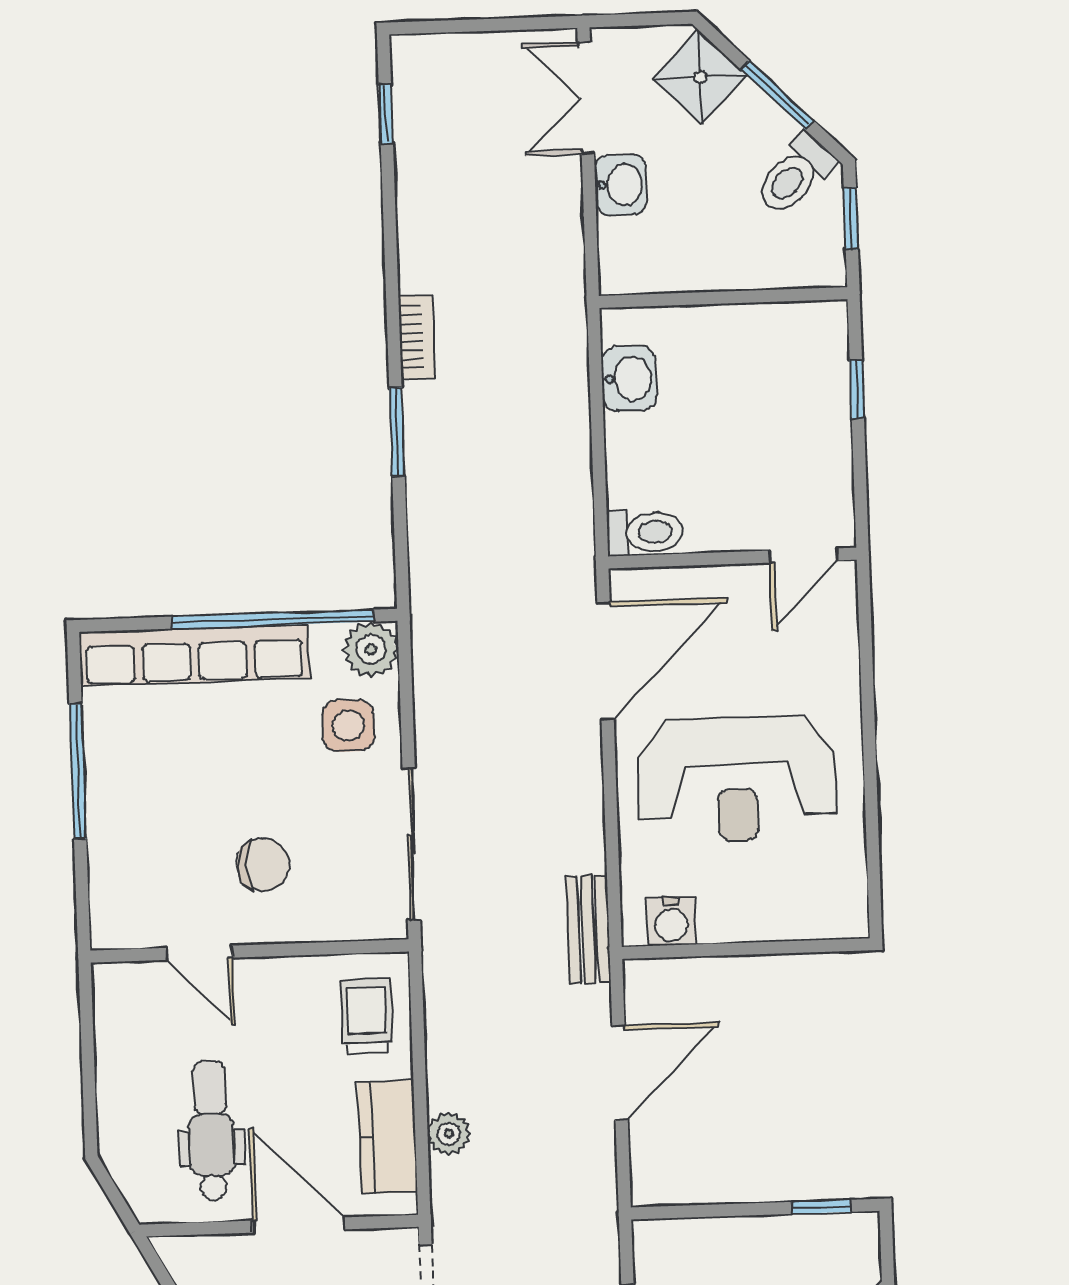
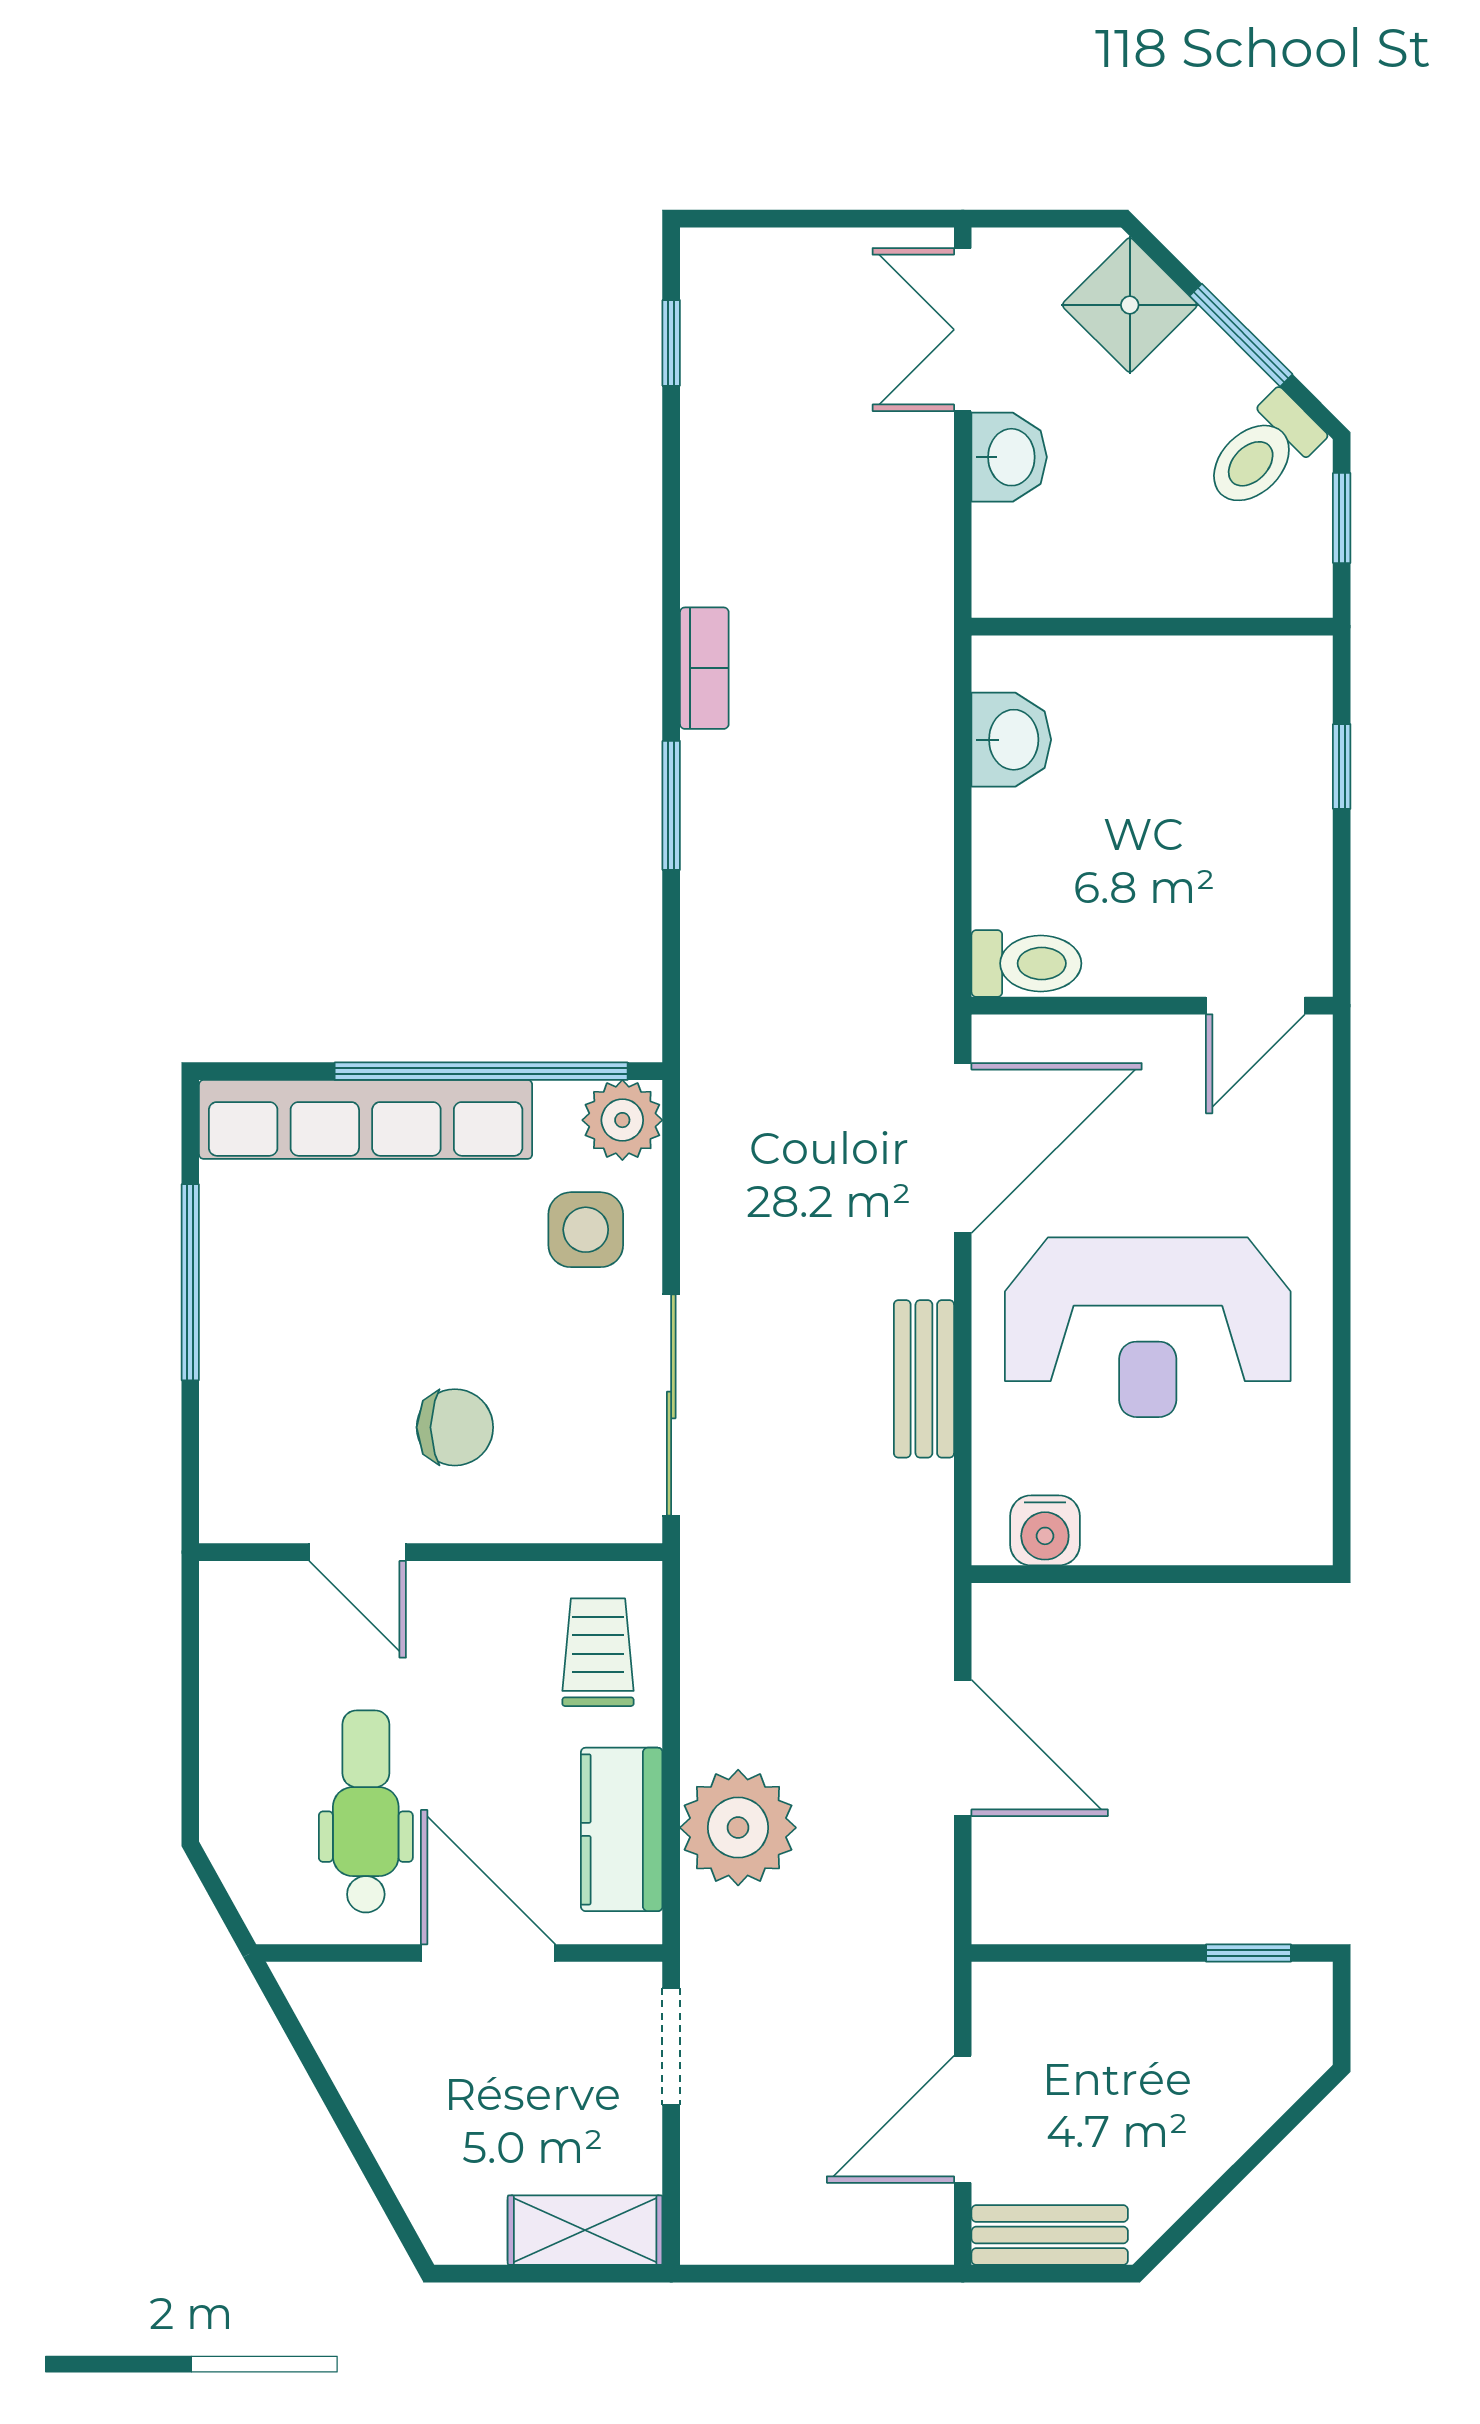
bench: (588, 929) -> (924, 1379), moved
door: (620, 1073) -> (963, 1748), hinge flipped
plant: (449, 1134) -> (738, 1828), width x1.88, depth x1.88

